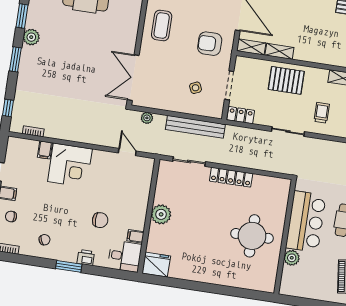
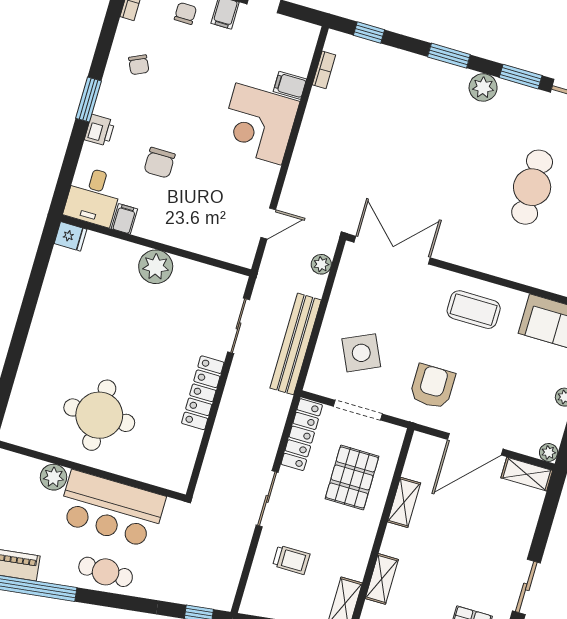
shelving: (251, 47) -> (382, 579), moved
pallet: (286, 80) -> (352, 477), moved
side table: (196, 88) -> (361, 353), width x1.87, depth x1.87
locker: (241, 115) -> (302, 435), width x1.53
fridge: (156, 265) -> (70, 236), width x0.53, depth x0.75

